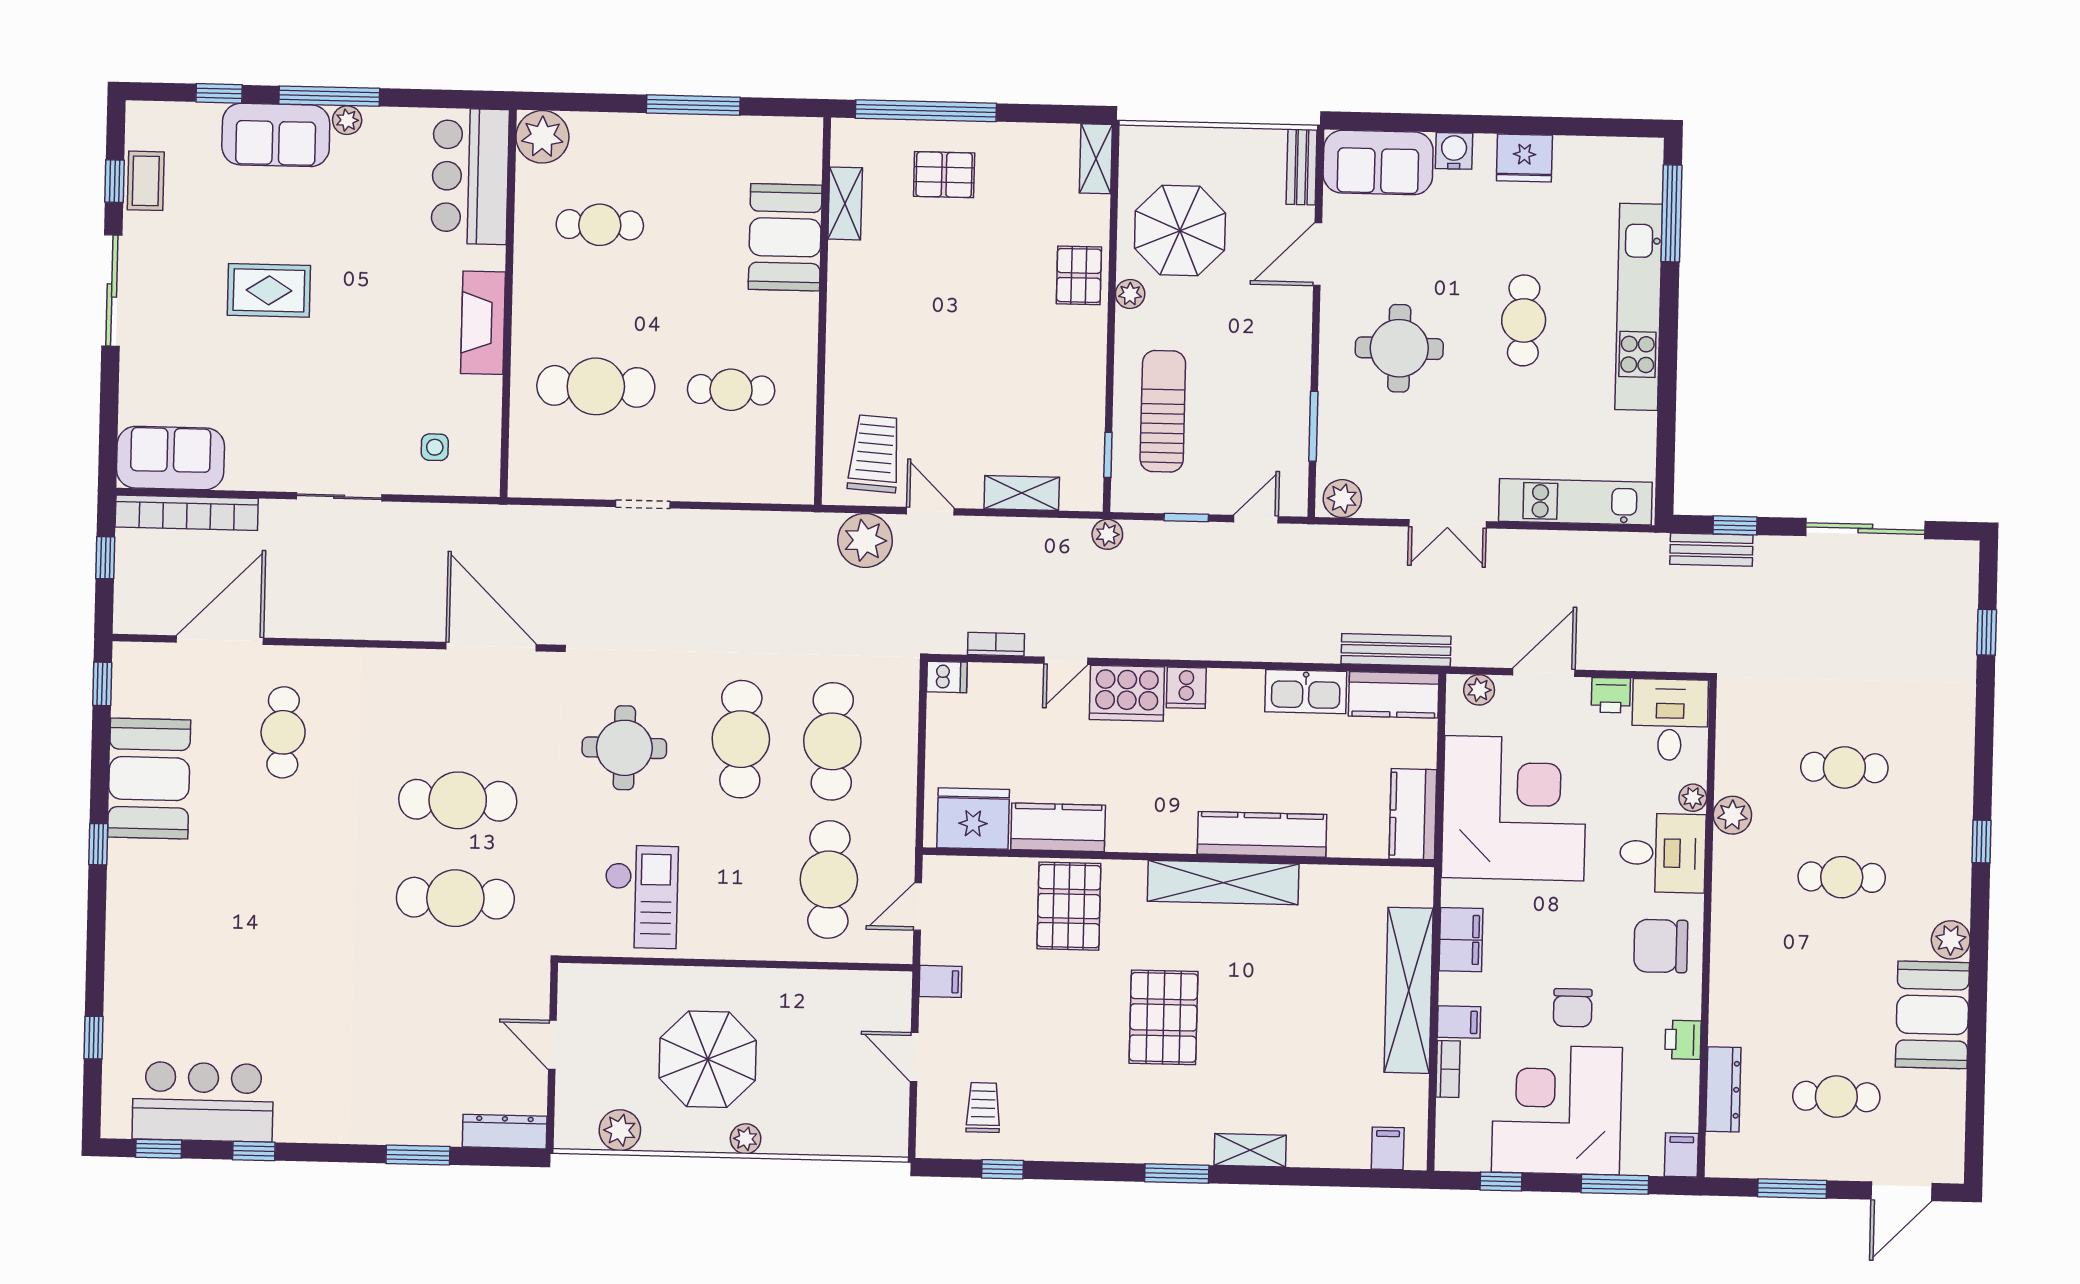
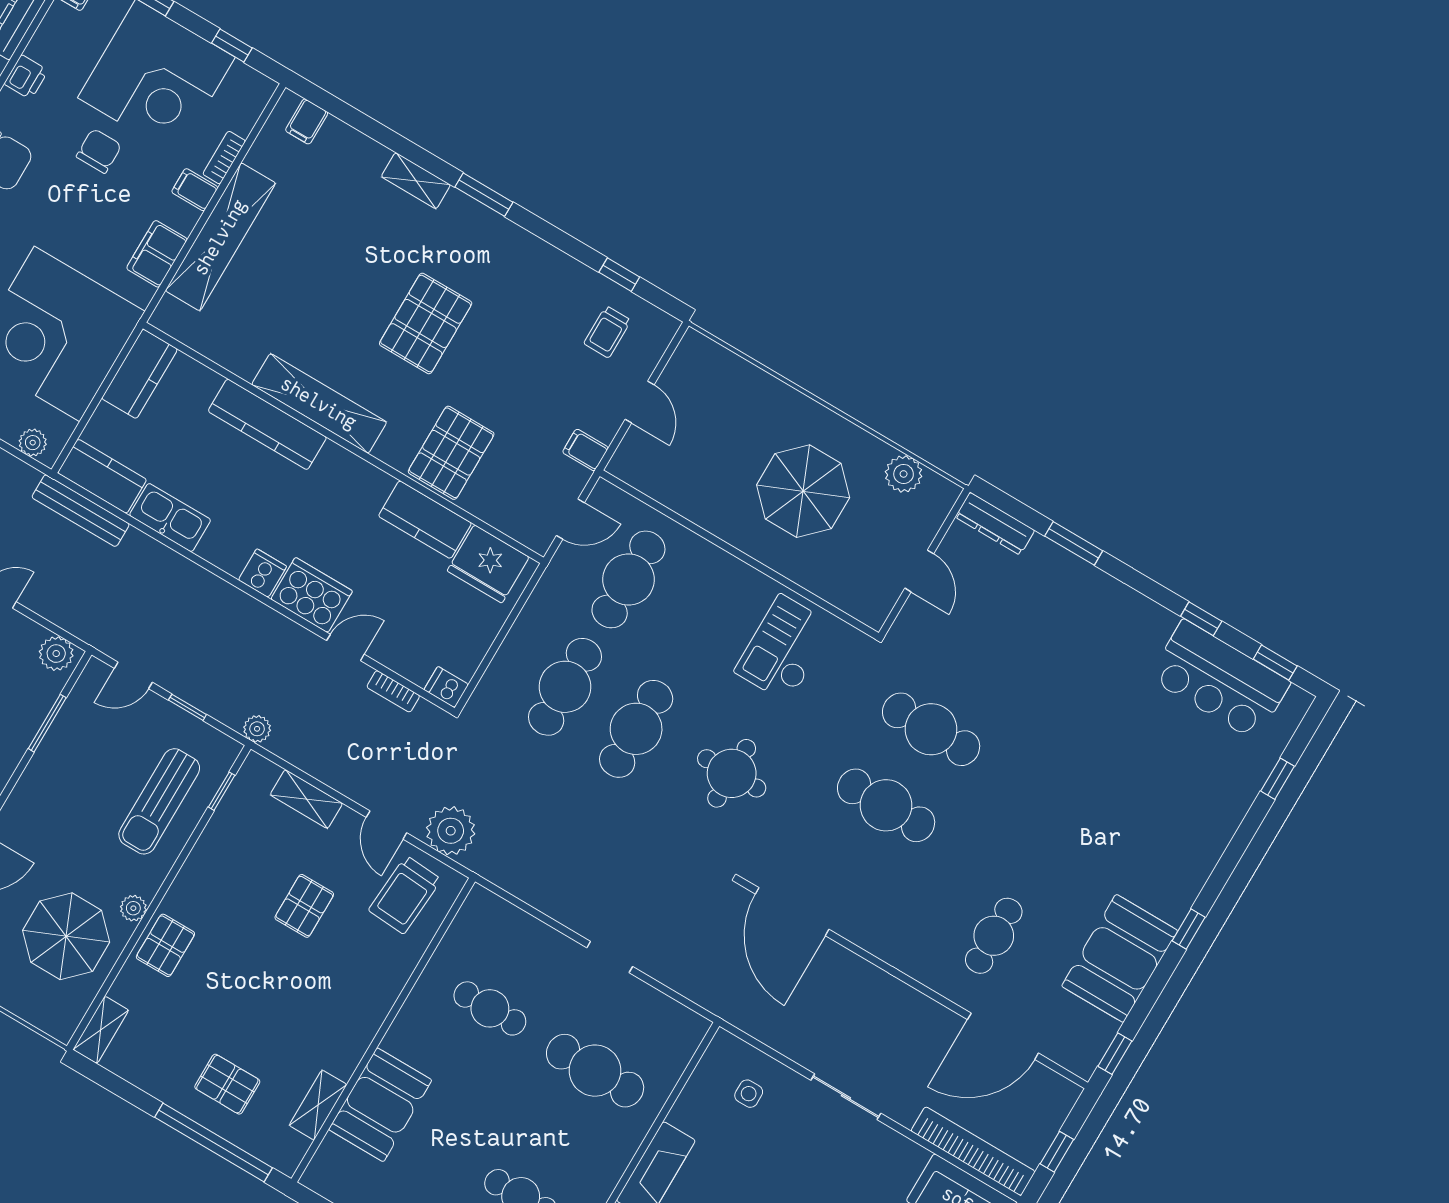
pallet: (966, 389) -> (304, 906), added
plant: (746, 1139) -> (808, 412), removed

